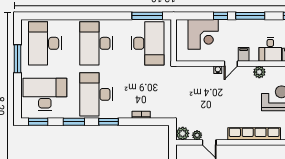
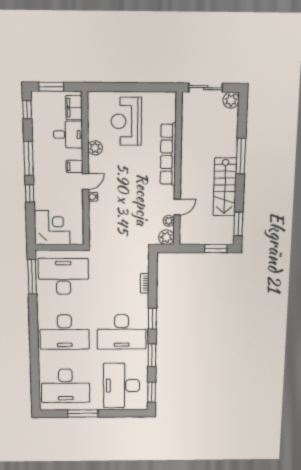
corner desk: (203, 34) -> (52, 228), moved
door: (231, 64) -> (86, 182), hinge flipped

